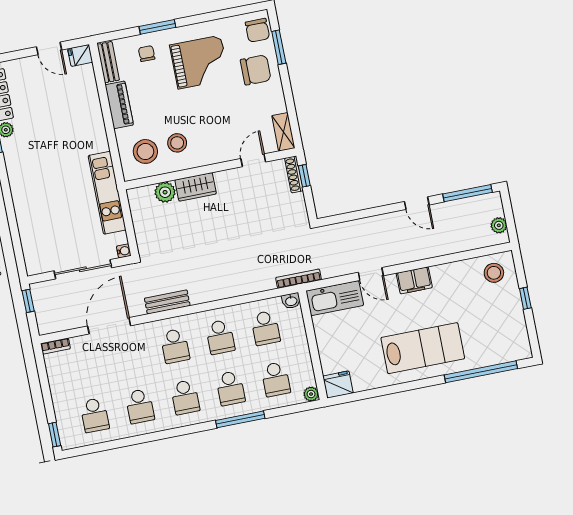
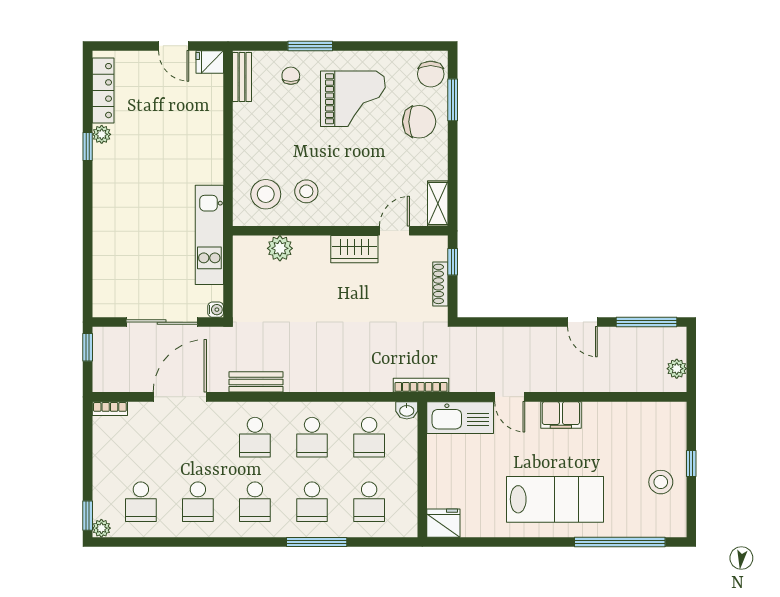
piano: (119, 105) -> (245, 131), removed
shoe rack: (294, 174) -> (440, 284), moved
wardrobe: (196, 187) -> (354, 249), moved
stool: (494, 273) -> (661, 482), moved
plant: (311, 394) -> (101, 528), moved

